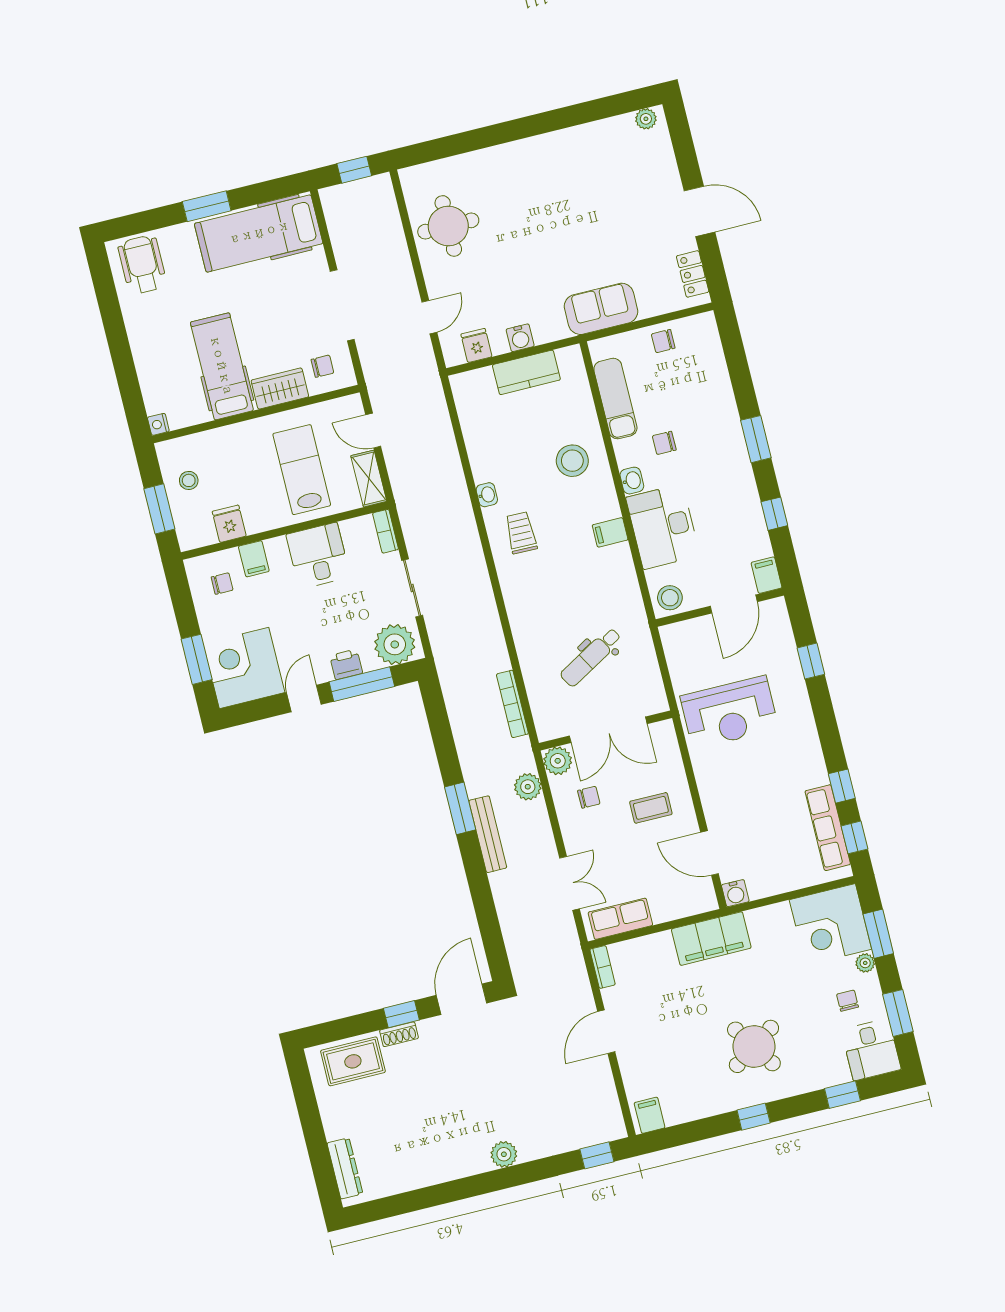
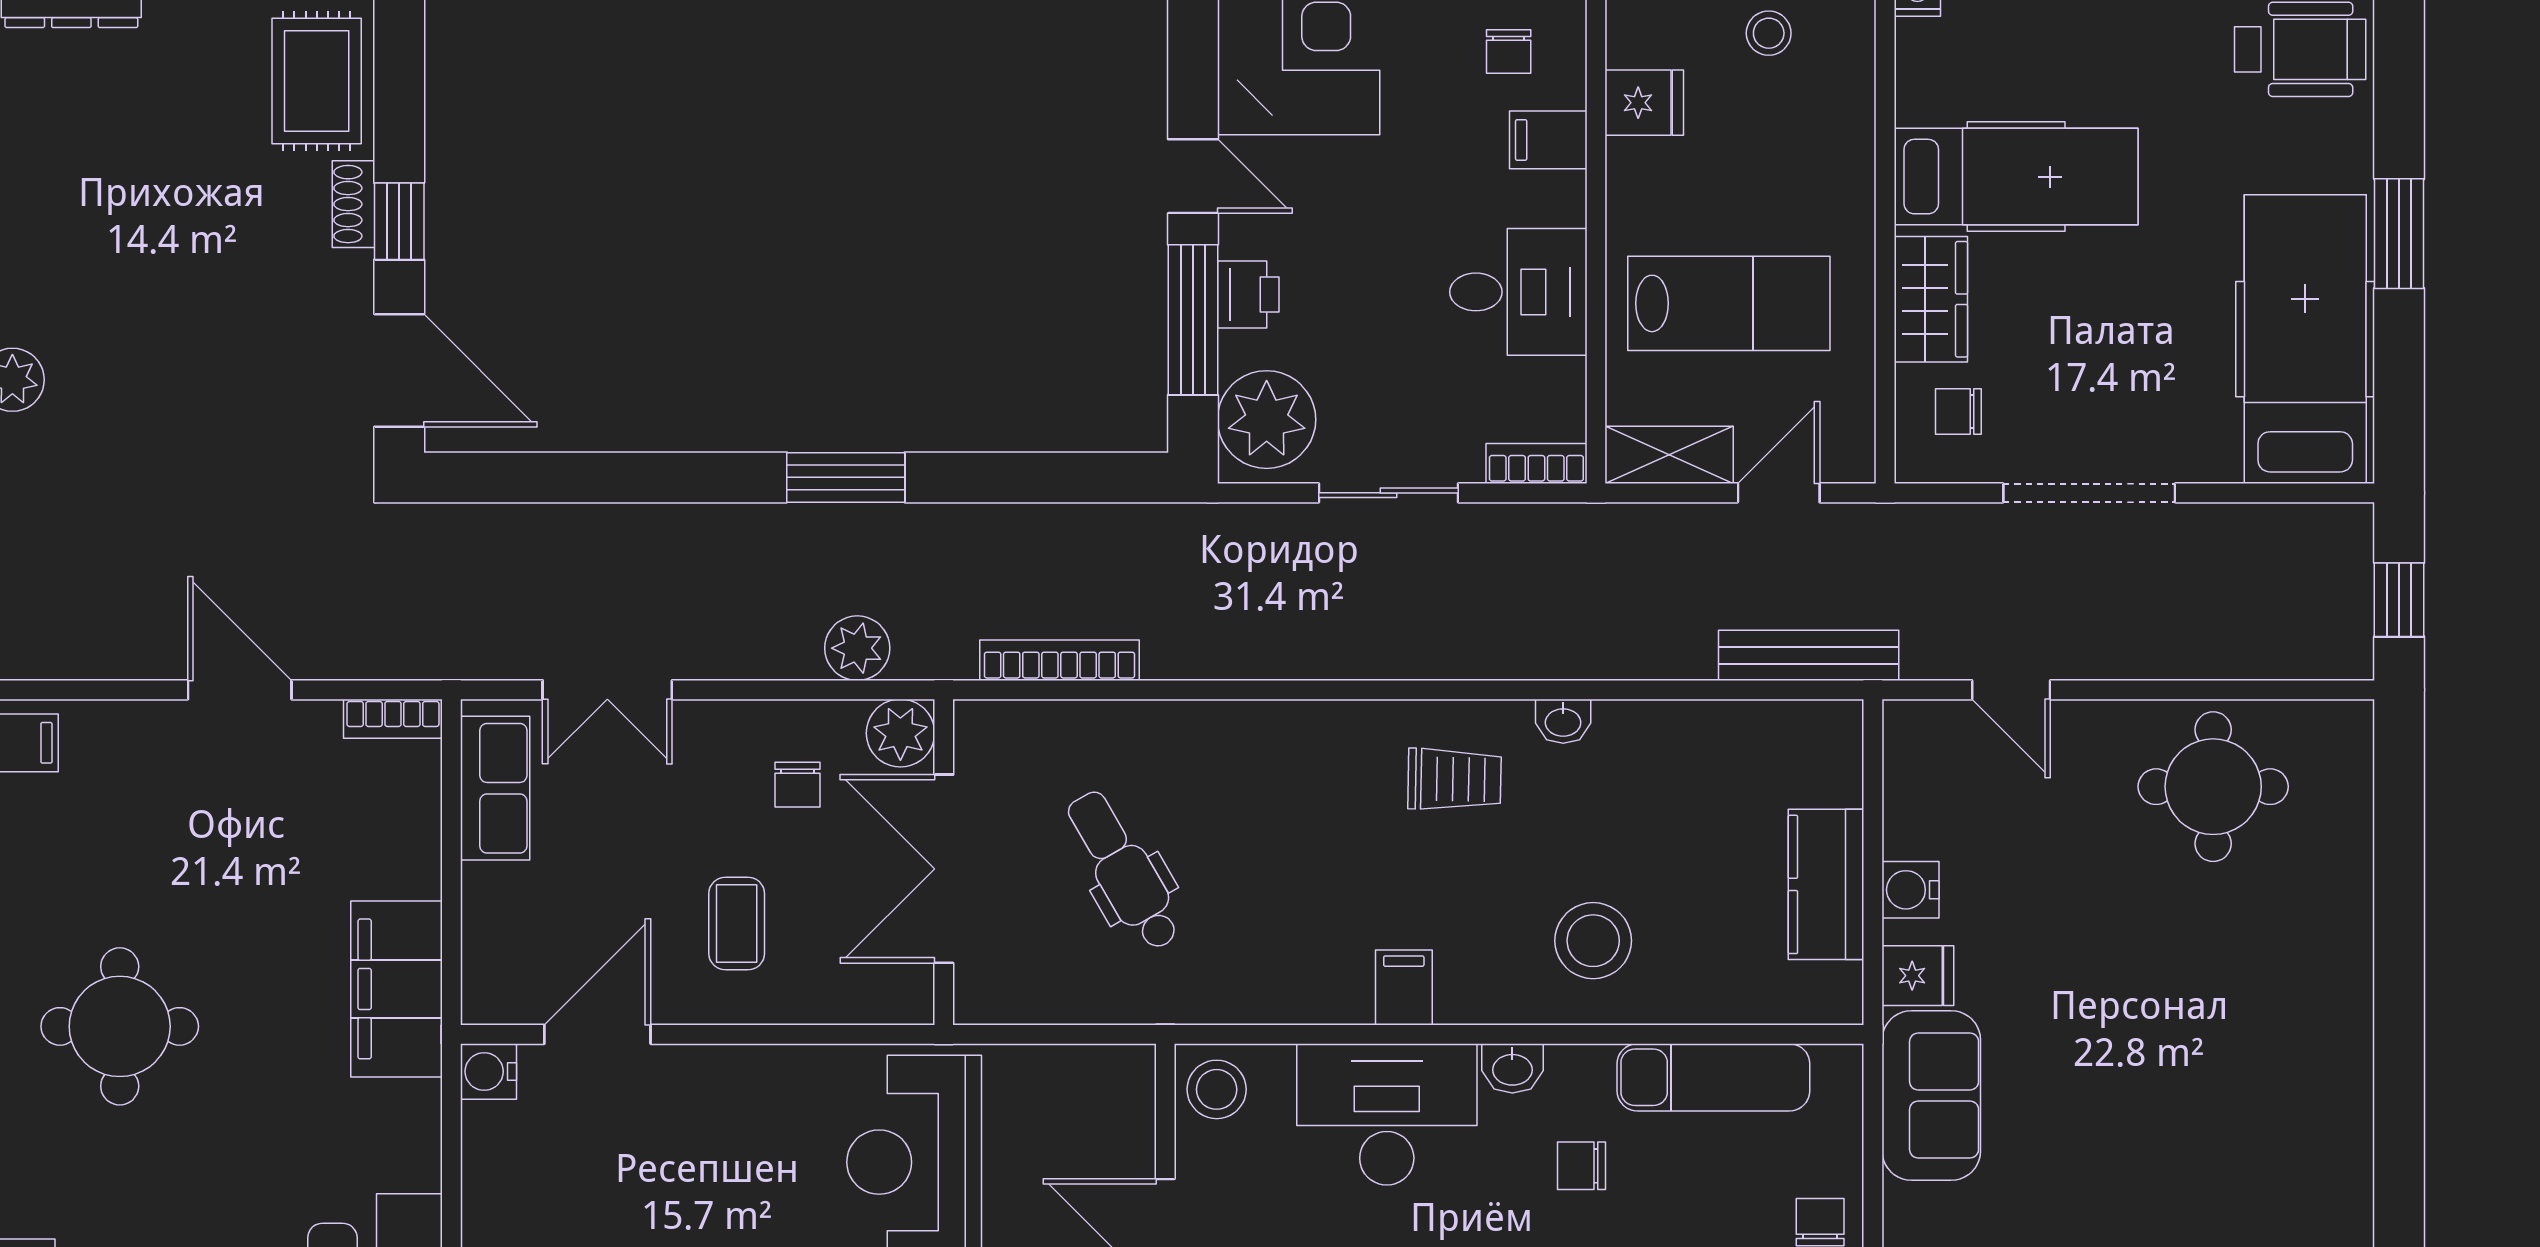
fridge: (476, 345) -> (1918, 976), moved
chair: (322, 366) -> (1958, 411), turned 90
chair: (664, 443) -> (1582, 1166), turned -90
bench: (488, 834) -> (1809, 655), moved
round table: (754, 1046) -> (120, 1026), turned 34

